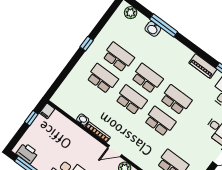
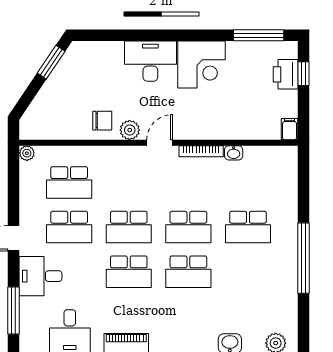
window: (87, 44) -> (304, 258), width x3.17
school desk: (118, 57) -> (69, 227), moved
window: (31, 118) -> (304, 74), moved
printer: (27, 153) -> (286, 74), moved, turned 90

